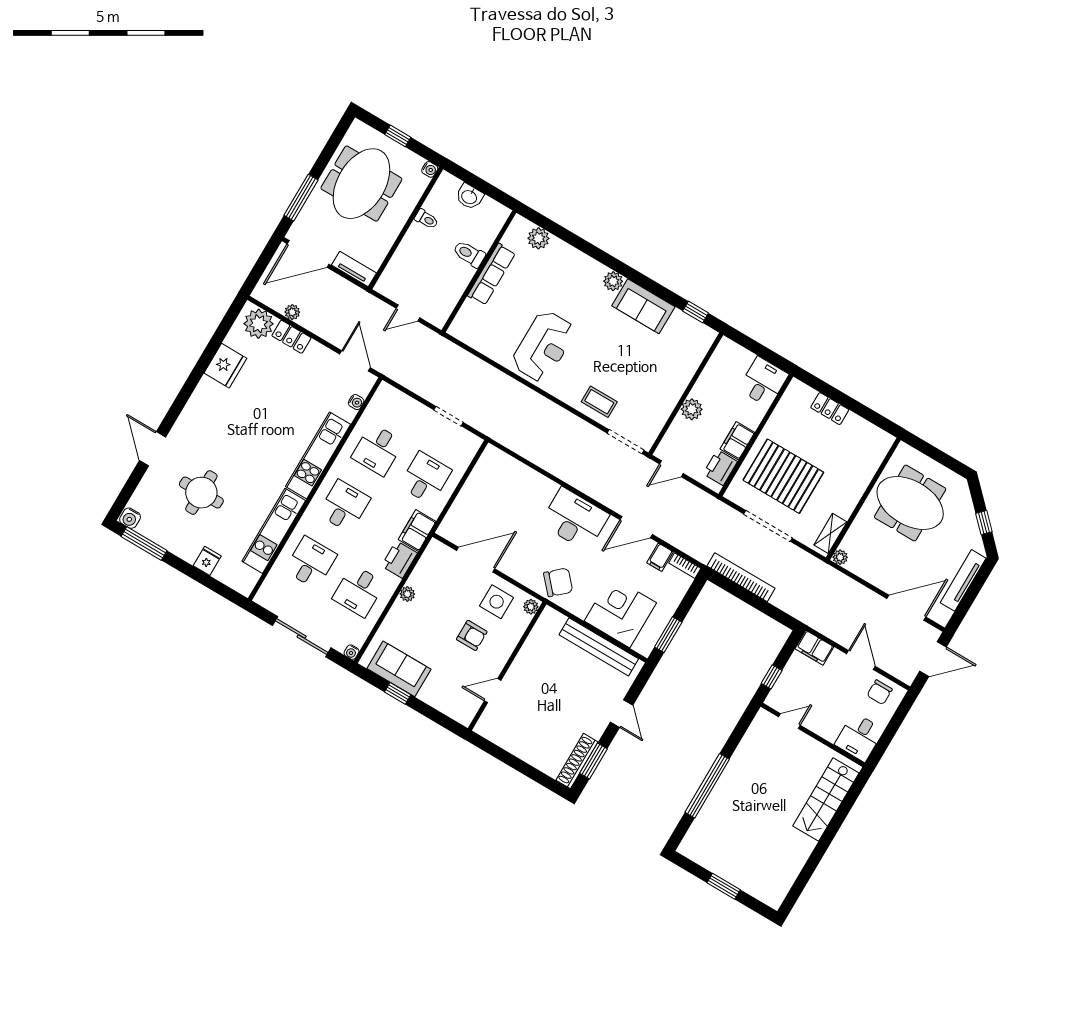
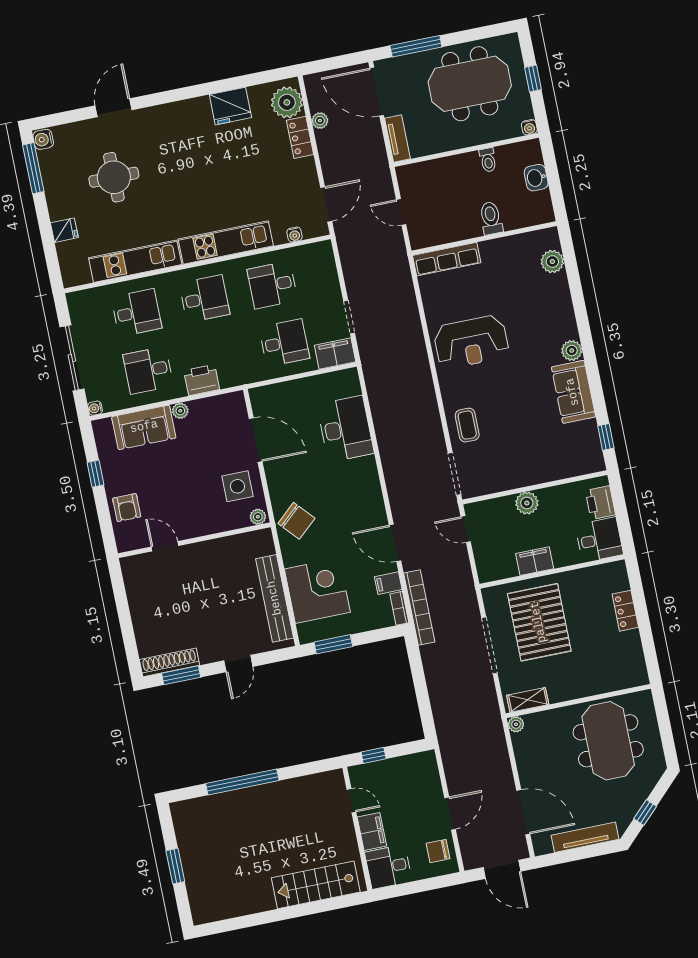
row of seats: (492, 274) -> (447, 259), moved
printer: (720, 468) -> (600, 503), moved, turned -90
desk: (575, 519) -> (345, 429), moved
filing cabinet: (417, 531) -> (335, 354), moved
bookcase: (741, 577) -> (419, 607), moved
armchair: (472, 635) -> (127, 508), moved
filing cabinet: (814, 648) -> (372, 831), moved, turned 180
sofa: (399, 669) -> (144, 427), moved, turned 90

